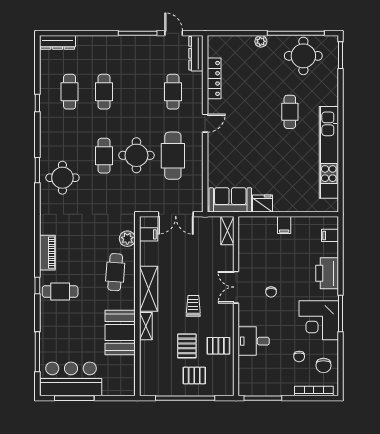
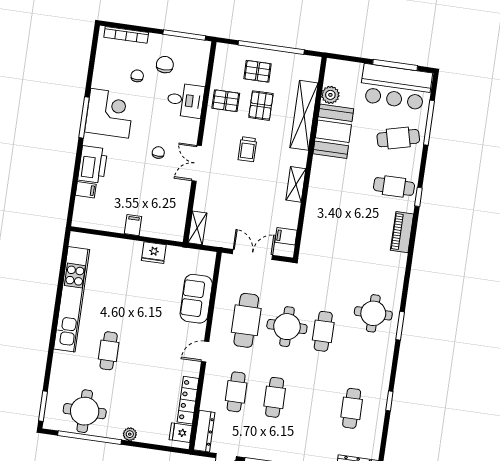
fridge: (217, 49) -> (181, 433), added
cafe table: (104, 92) -> (275, 397), moved
sofa: (230, 200) -> (196, 299), moved, turned 90
filing cabinet: (330, 235) -> (86, 190), moved
plant: (127, 239) -> (330, 95), moved
cafe table: (115, 272) -> (398, 138), moved, turned 72
double door: (236, 287) -> (197, 163), swing flipped
shelving: (149, 289) -> (296, 184), width x0.67, depth x0.75
shelving: (146, 326) -> (304, 115), width x2.20, depth x1.33
chair: (323, 365) -> (165, 65), moved

